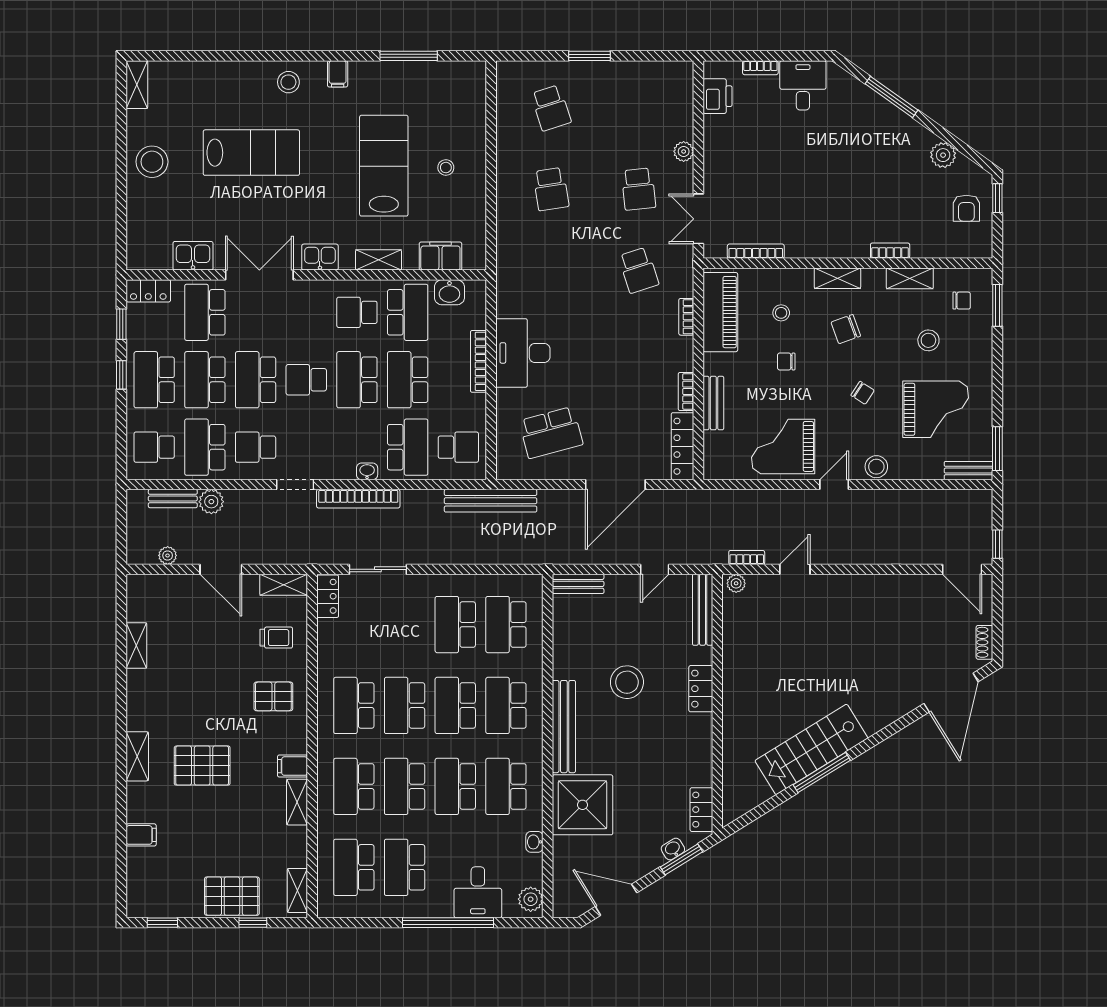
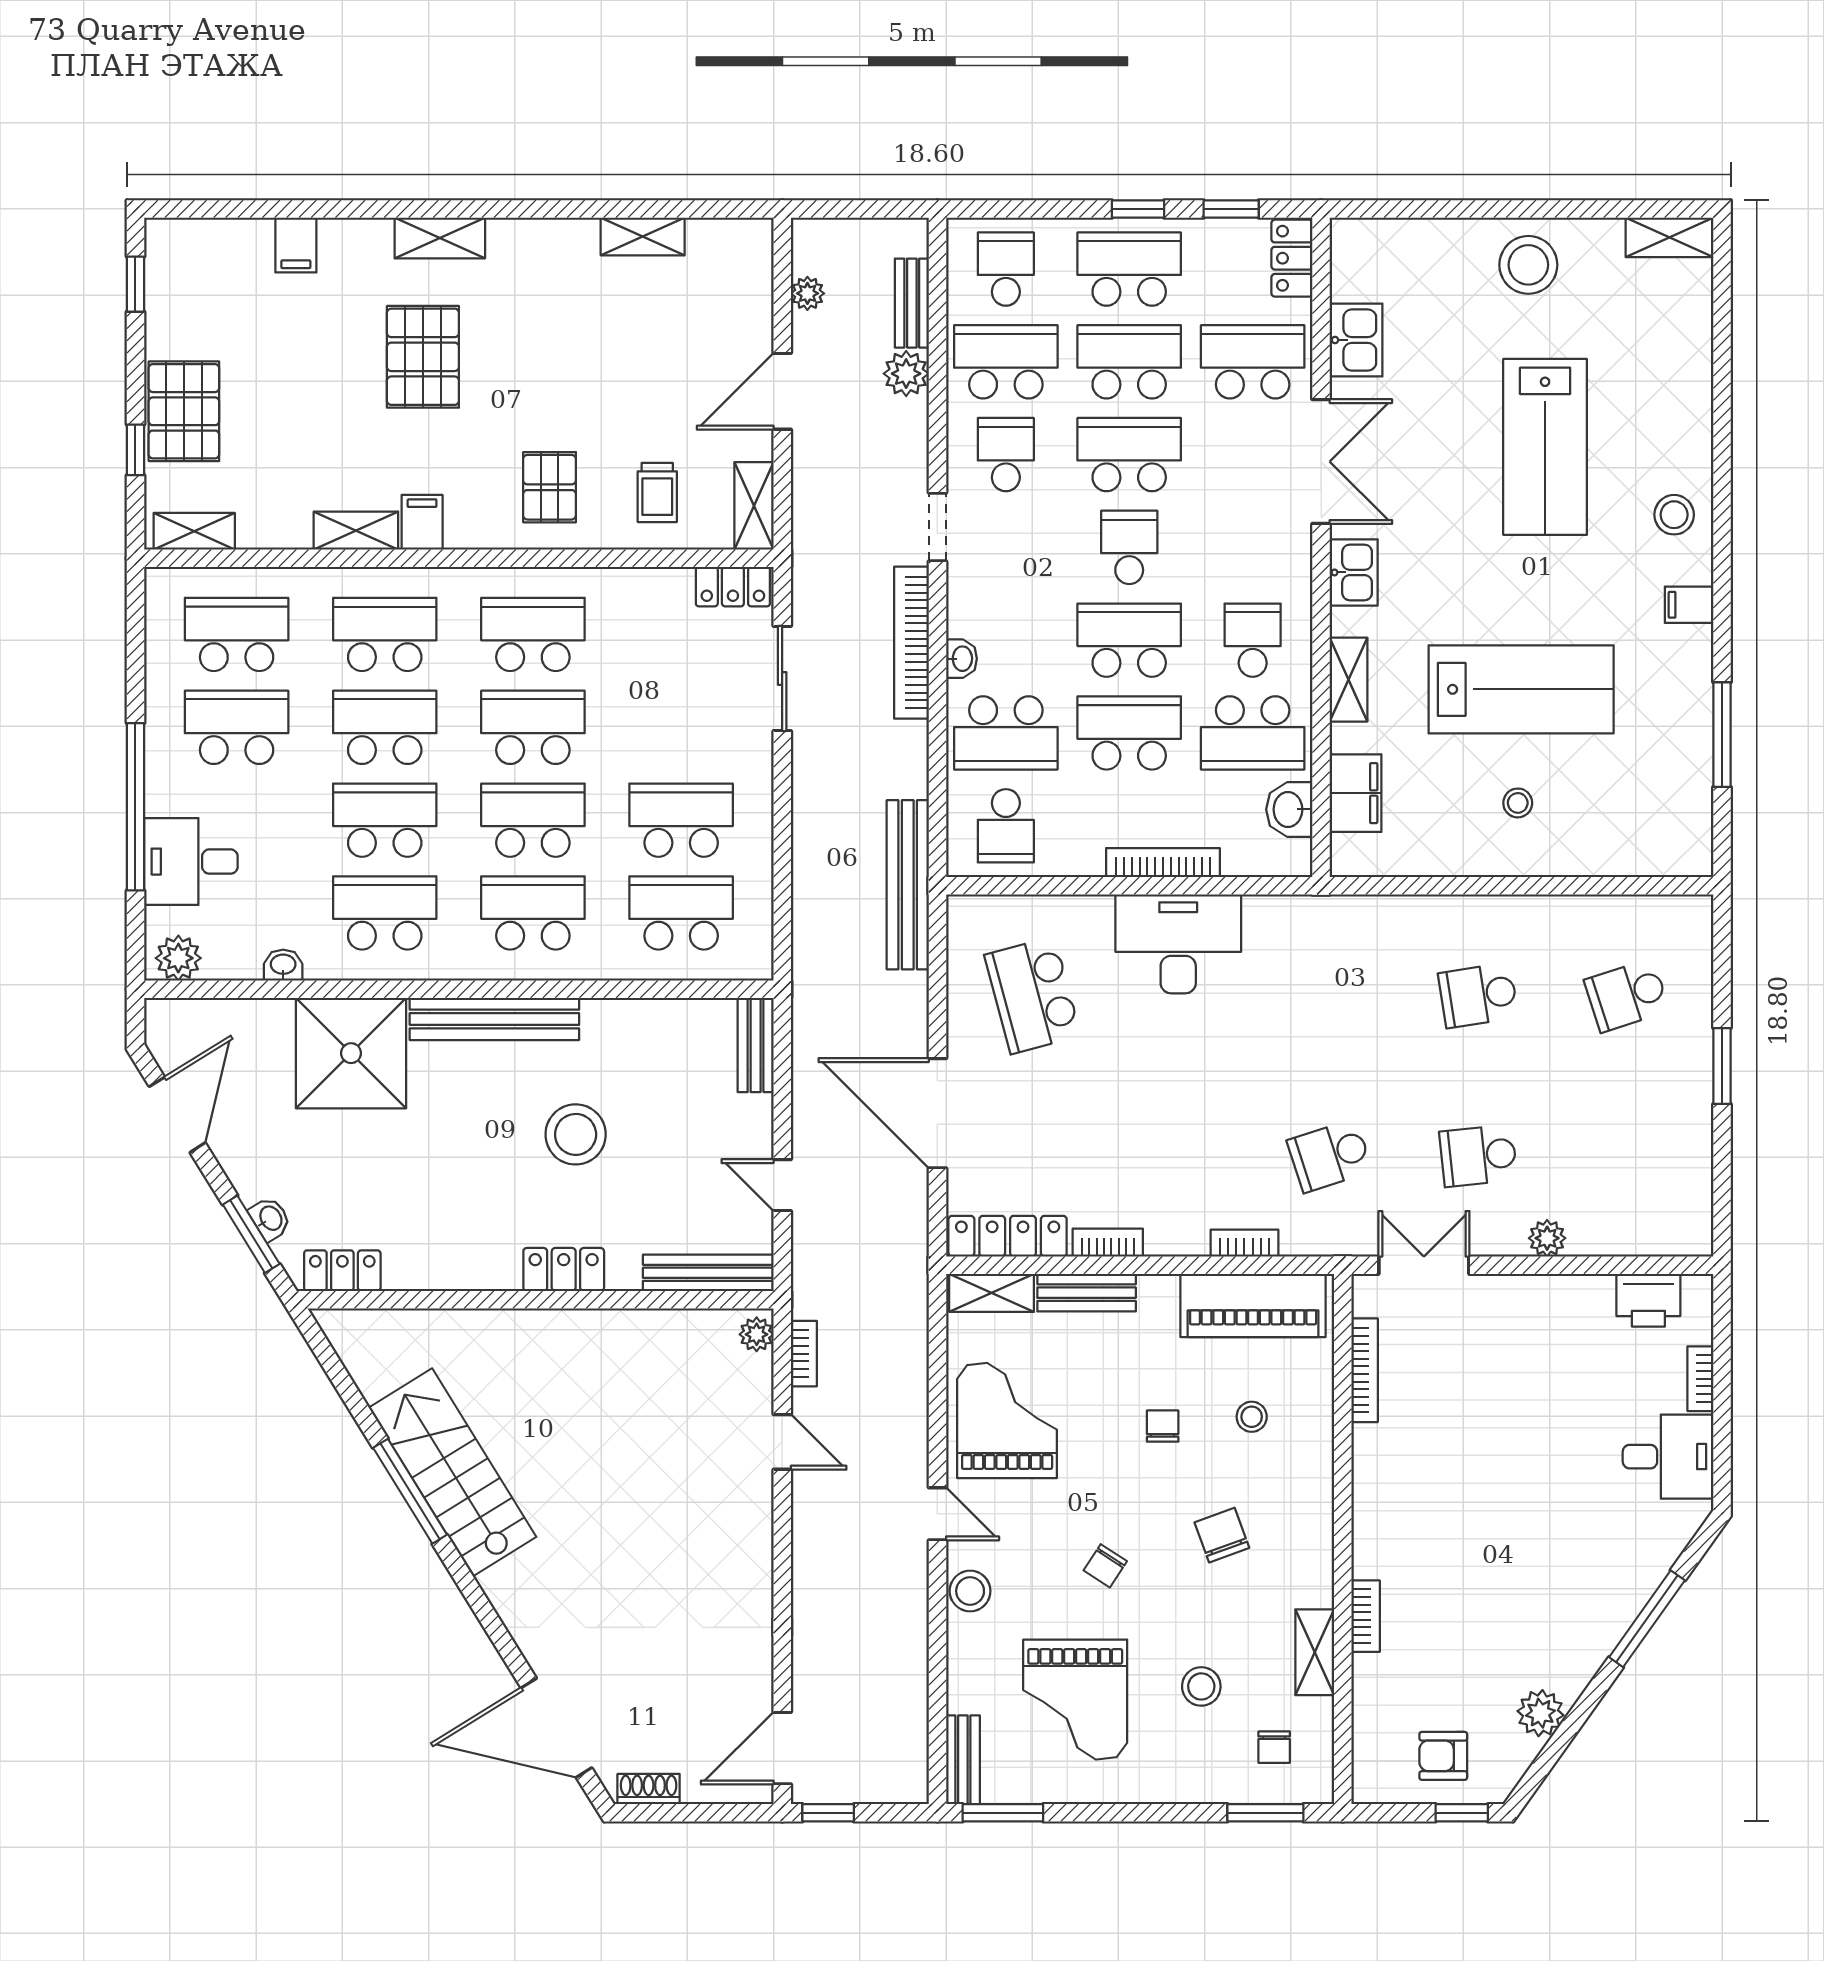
shelving: (837, 278) -> (992, 1293), moved, turned 90

